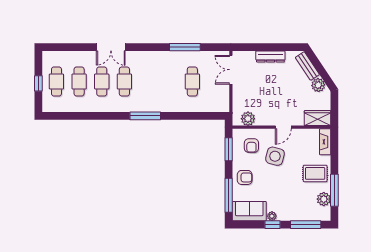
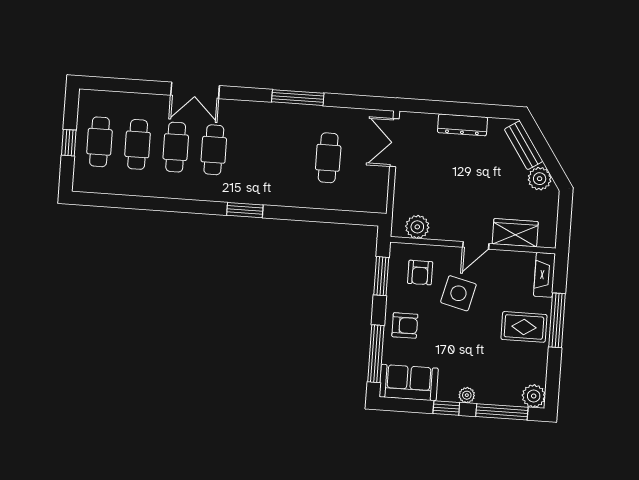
window: (185, 47) -> (298, 98), moved
window: (145, 116) -> (245, 210), width x0.69
wardrobe: (318, 118) -> (515, 233), moved
window: (334, 190) -> (557, 320), moved
plant: (324, 199) -> (534, 396), moved
plant: (272, 216) -> (467, 395), moved

